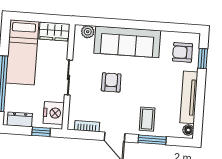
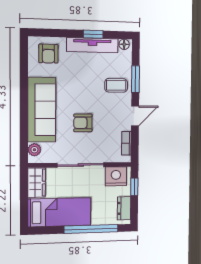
window: (203, 58) -> (93, 34), moved
sliding door: (68, 77) -> (81, 165), width x1.37

